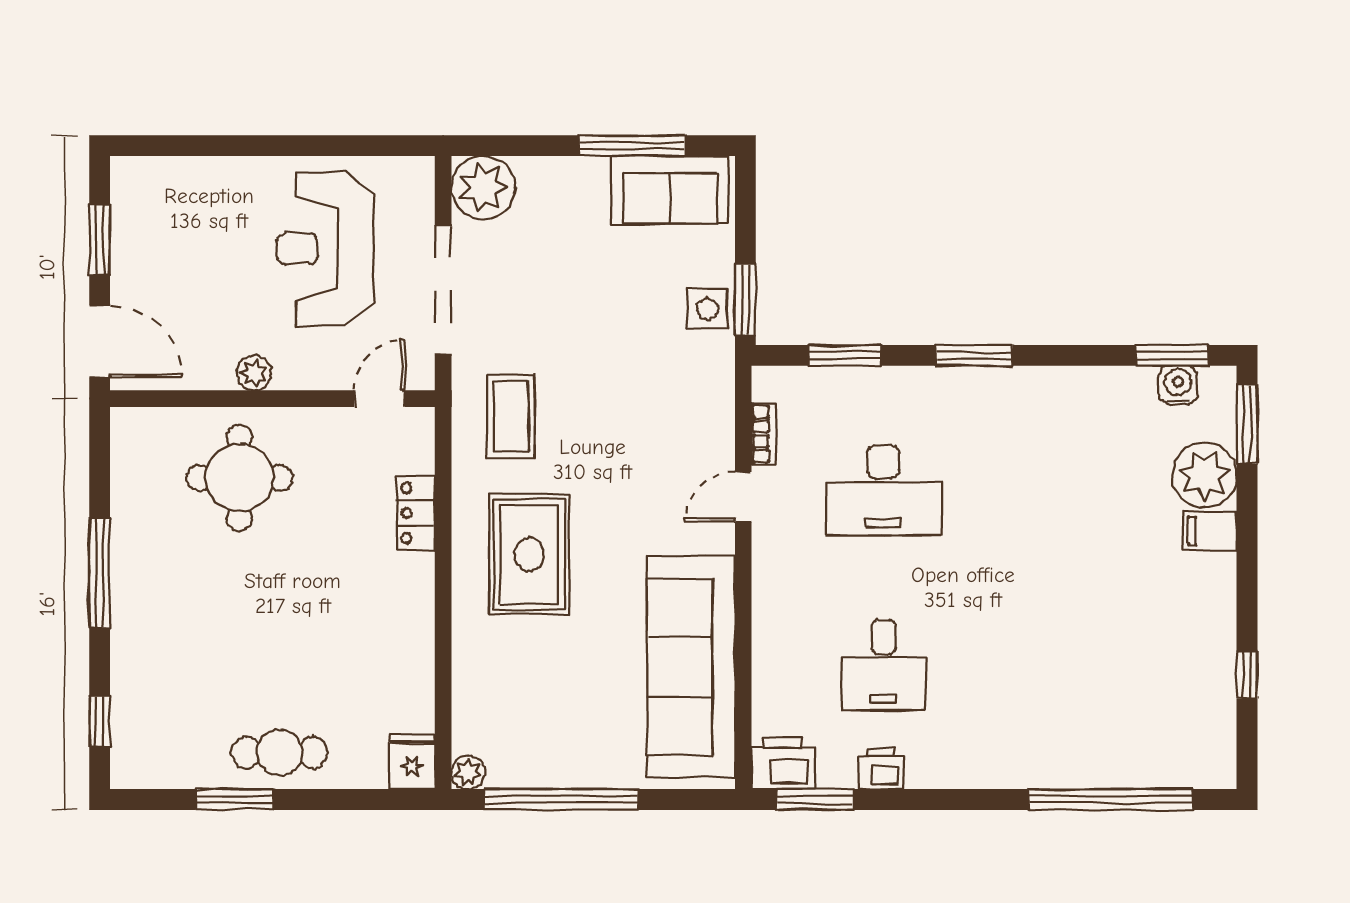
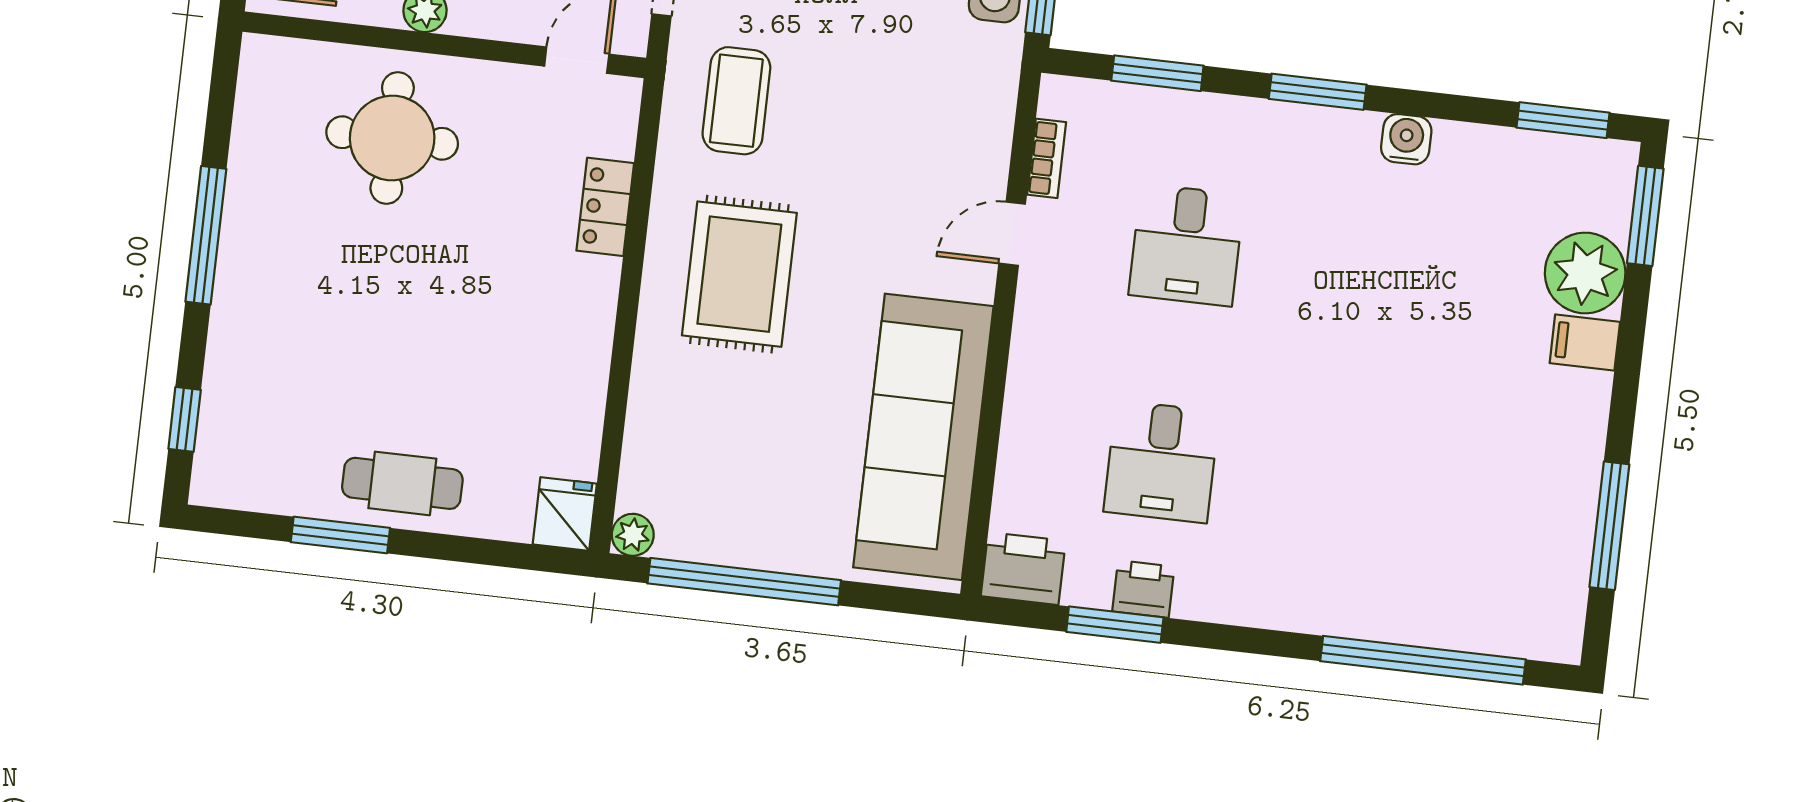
water cooler: (1178, 385) -> (1406, 139), moved
desk: (883, 490) -> (1186, 245), width x0.73
window: (1247, 675) -> (1609, 526), width x2.17
window: (815, 799) -> (1115, 625), moved

